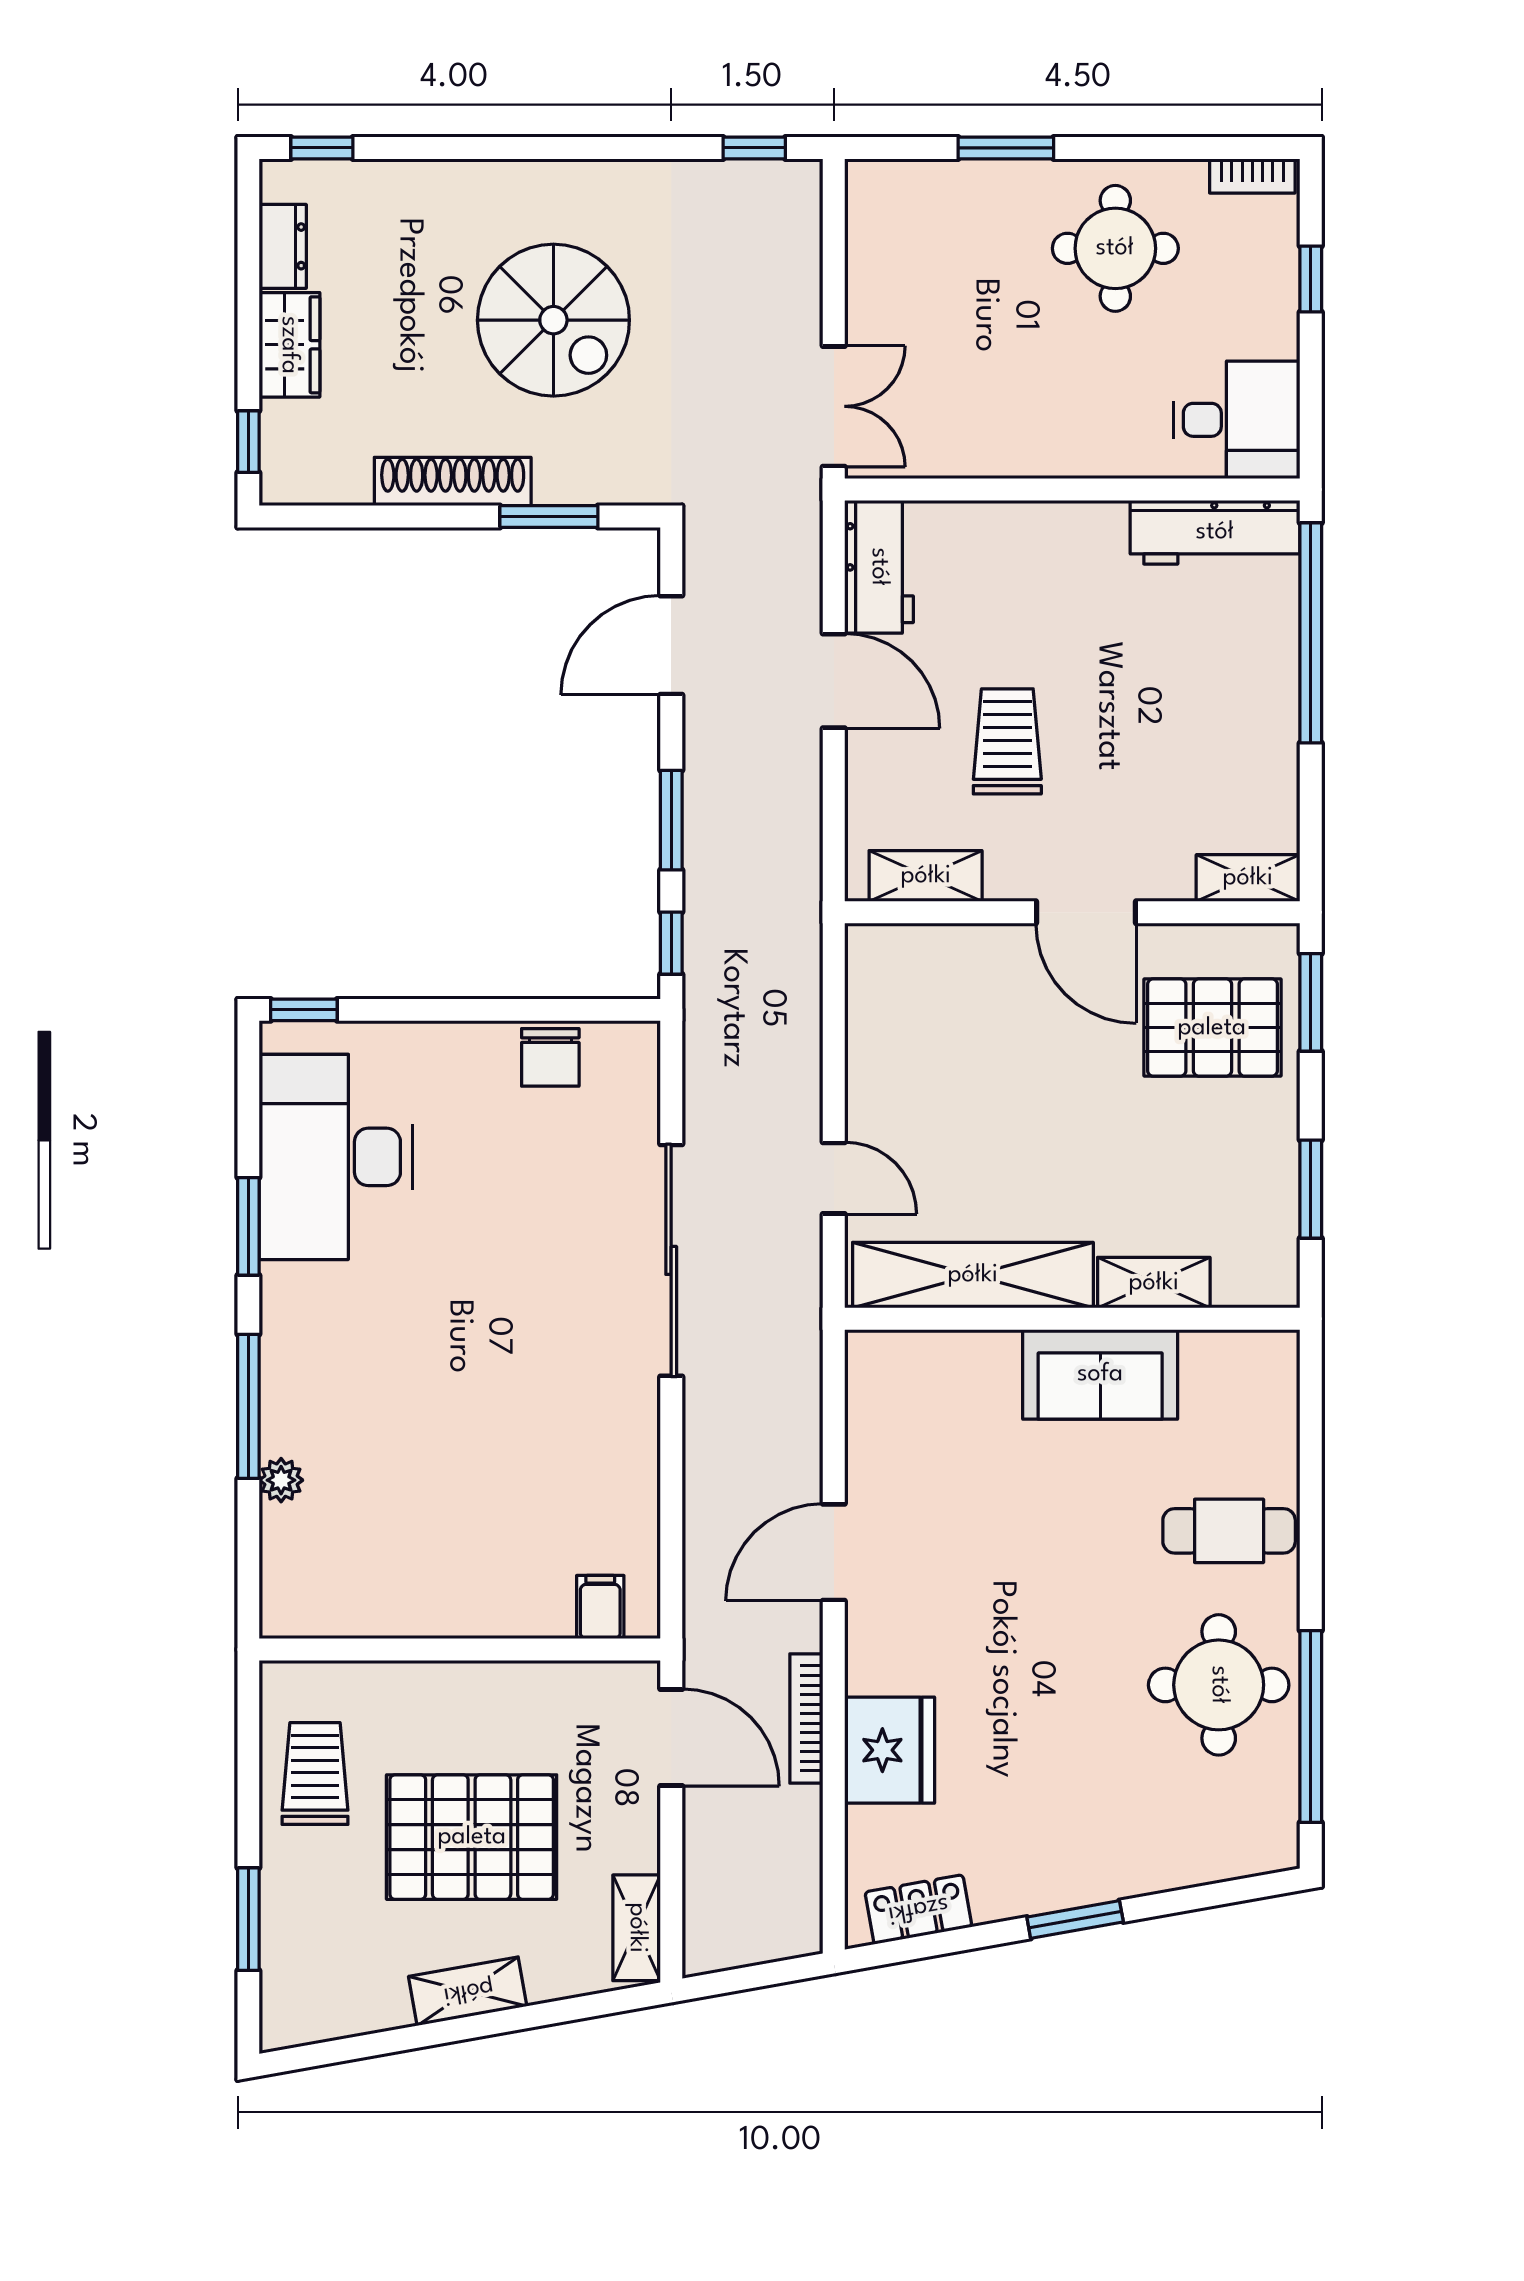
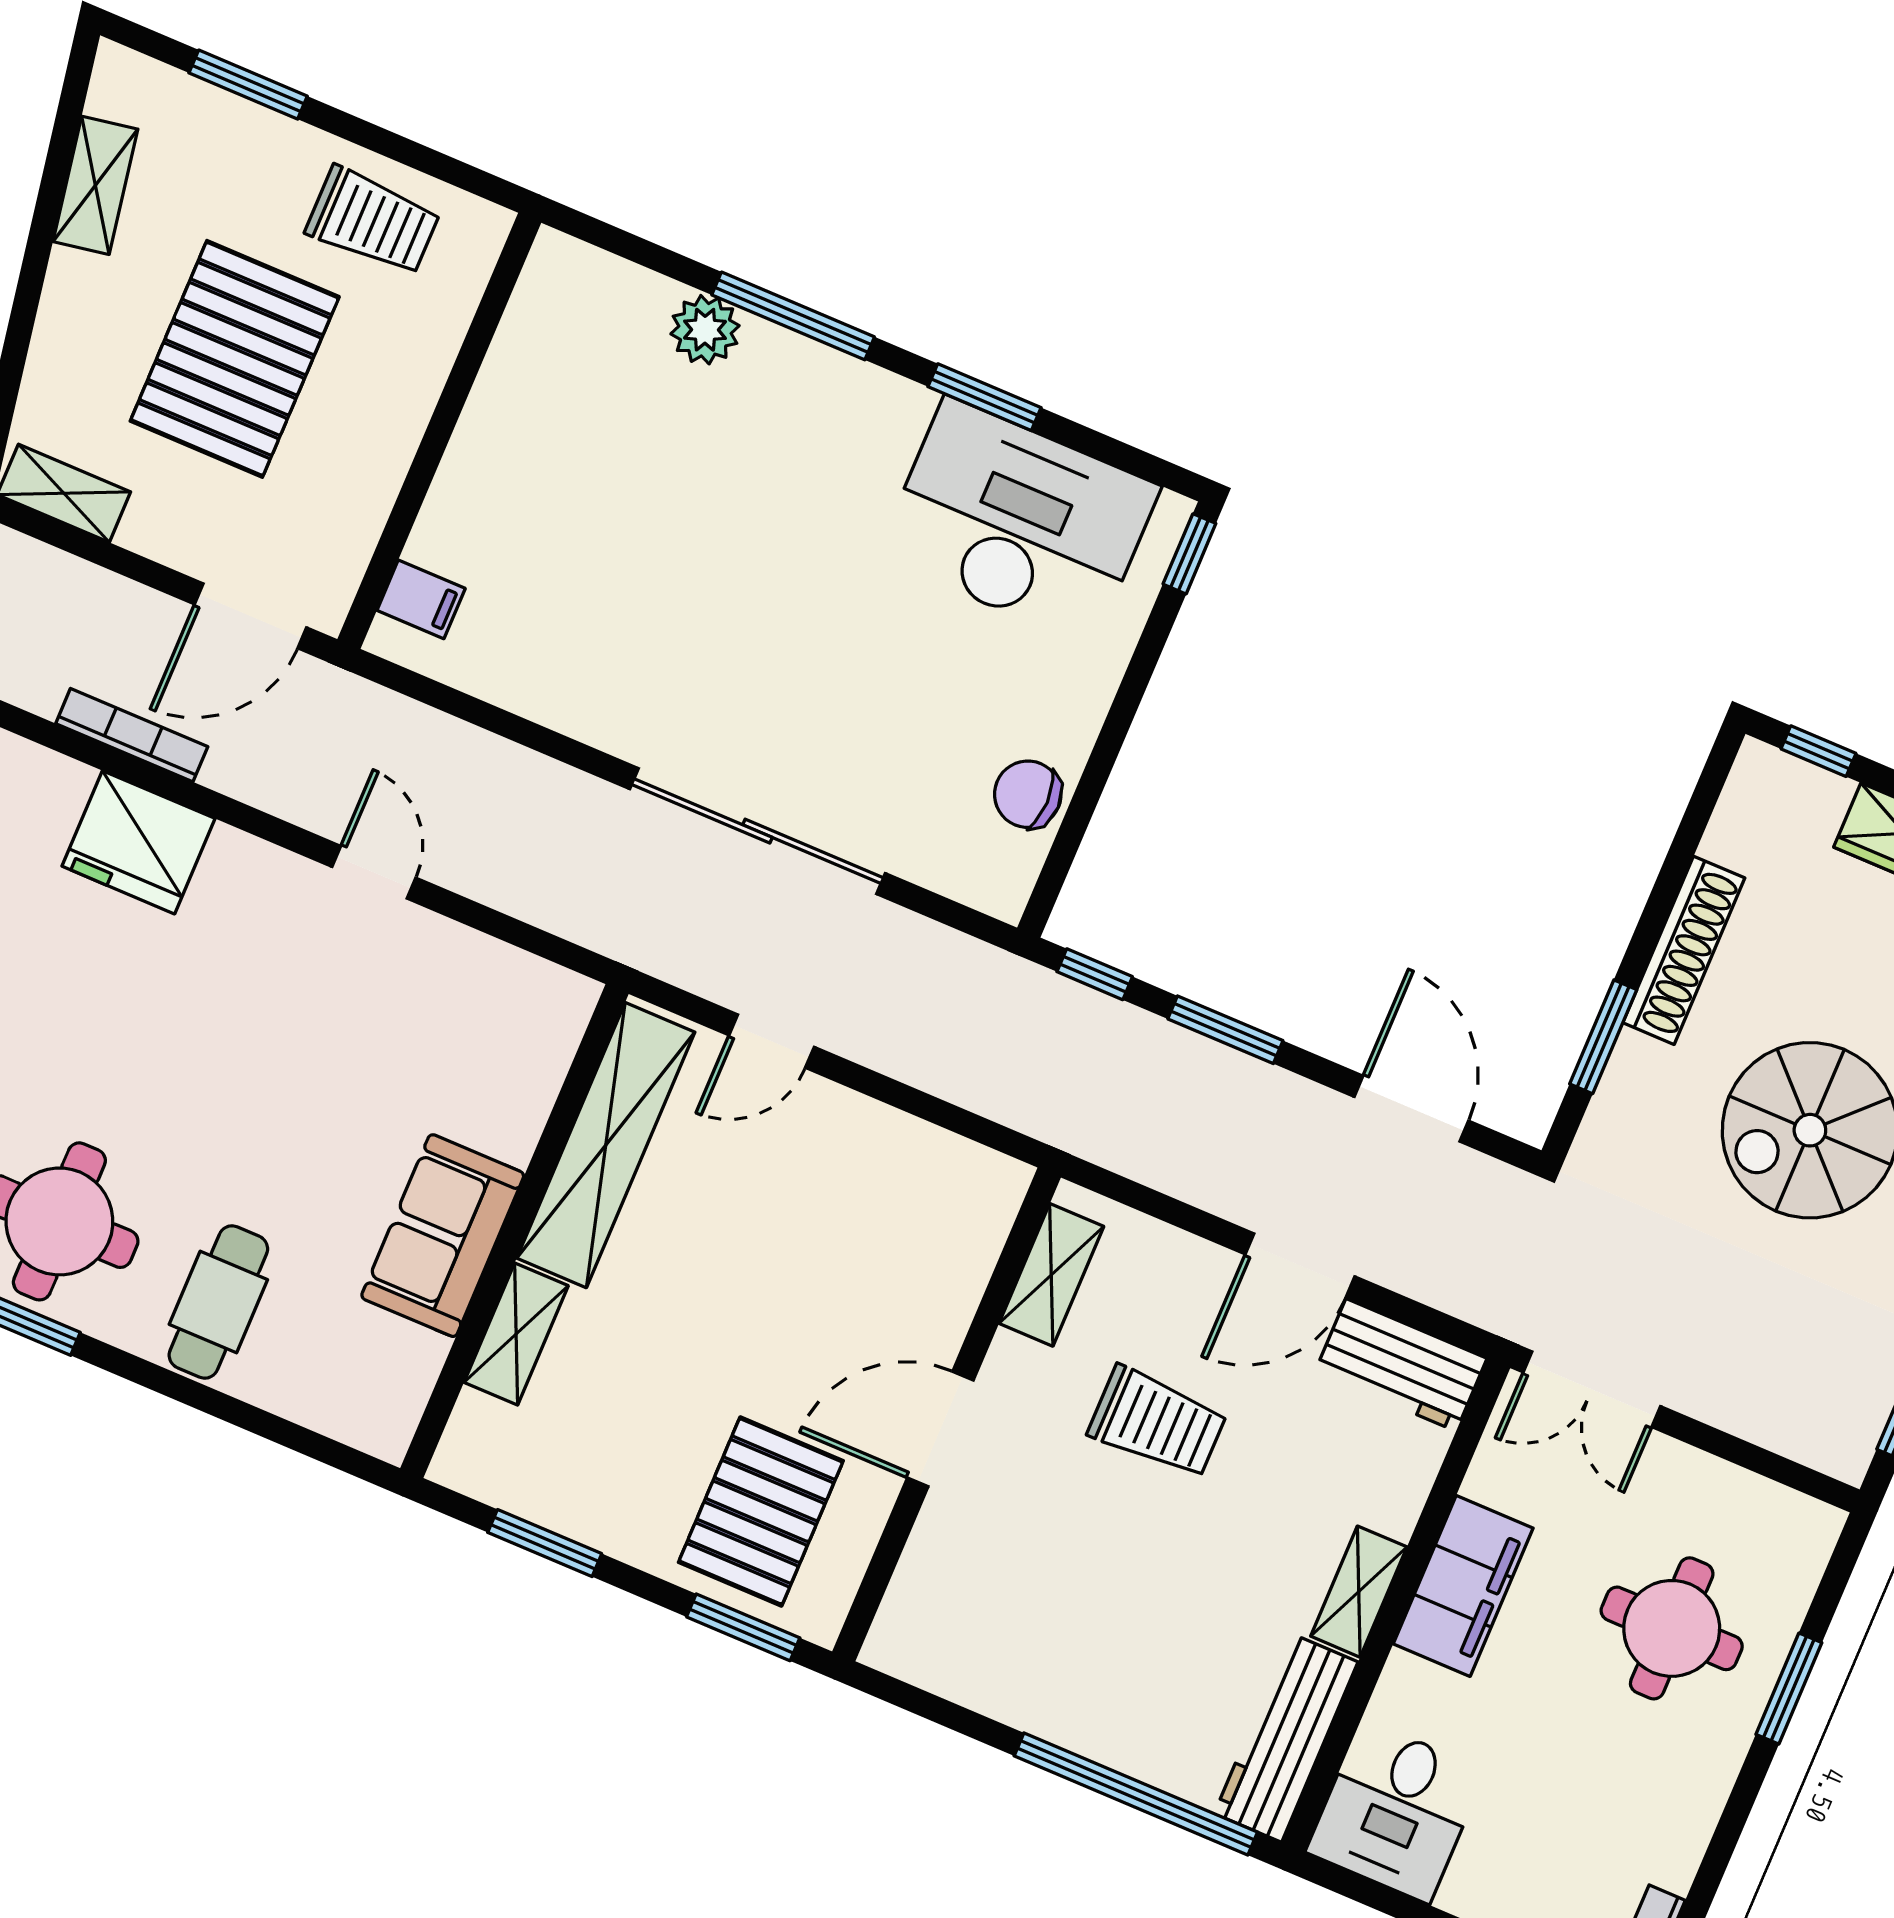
round table: (1115, 248) -> (1672, 1628), moved
filing cabinet: (1034, 442) -> (1463, 1586), added
shelving: (1248, 878) -> (1359, 1592), moved
plant: (281, 1480) -> (705, 330), width x1.38, depth x1.38
door: (834, 1552) -> (374, 872), width x0.73
bookcase: (806, 1718) -> (132, 735), moved
shelving: (468, 1991) -> (95, 185), moved

